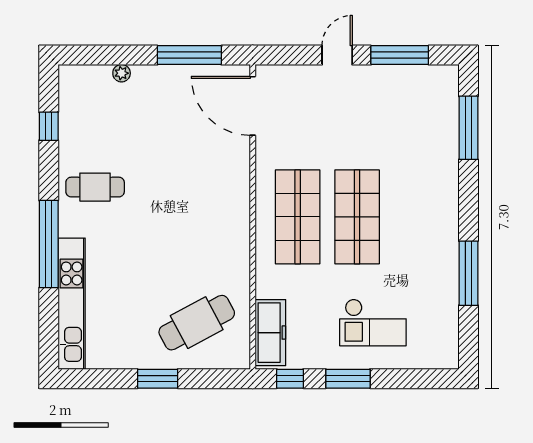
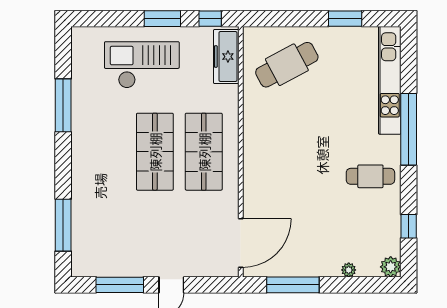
plant: (71, 77) -> (391, 267), added
door: (253, 106) -> (241, 243), hinge flipped
checkout: (373, 322) -> (142, 65), width x1.36, depth x1.21
window: (158, 379) -> (345, 19), moved

